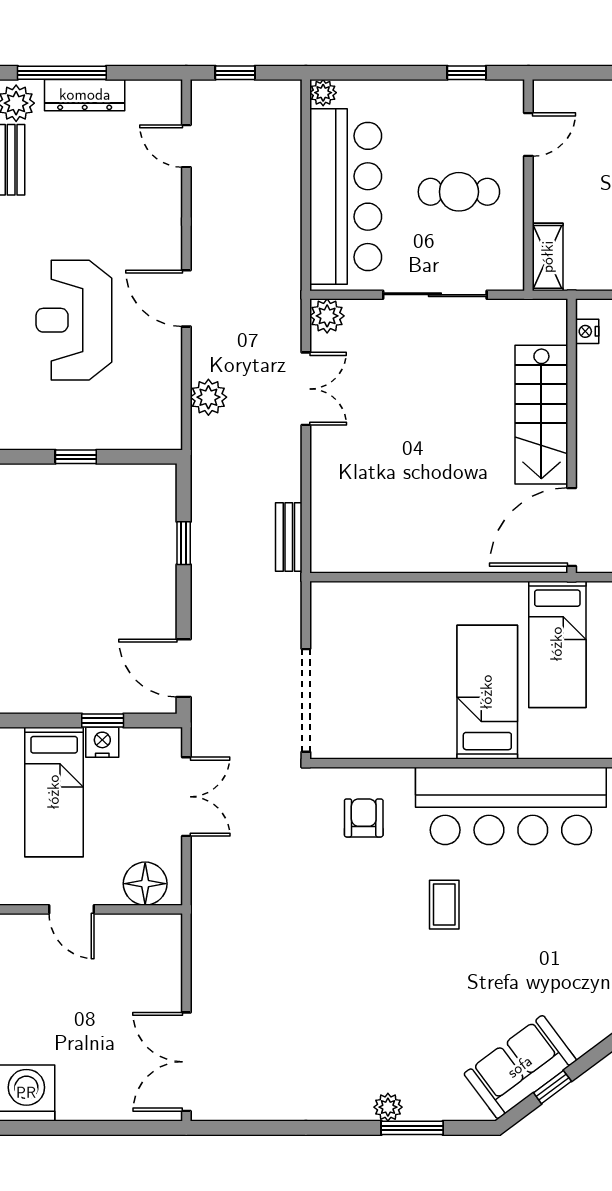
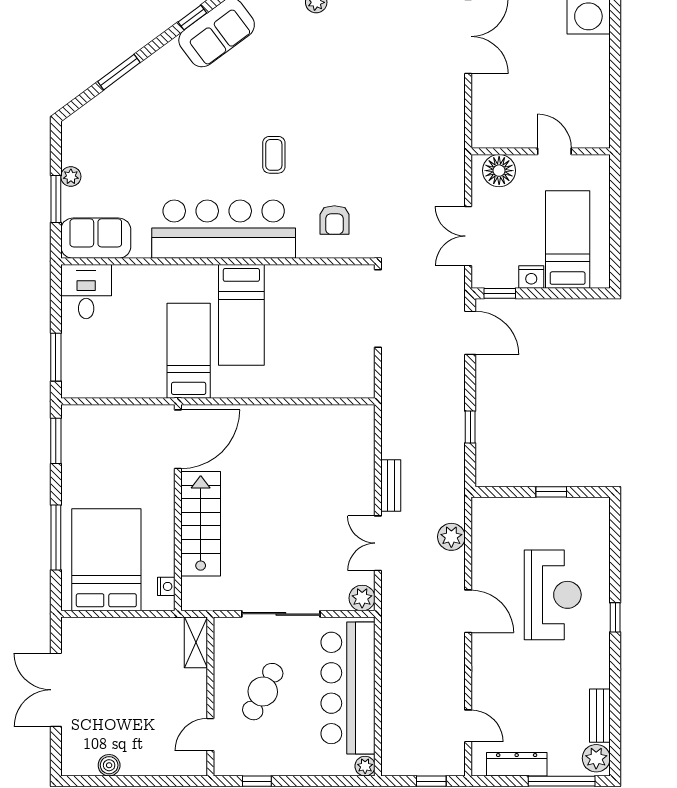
dresser: (85, 95) -> (517, 764), moved
cafe table: (459, 192) -> (263, 692), turned -62
bench: (289, 537) -> (391, 486), moved
window: (103, 721) -> (500, 293), moved

